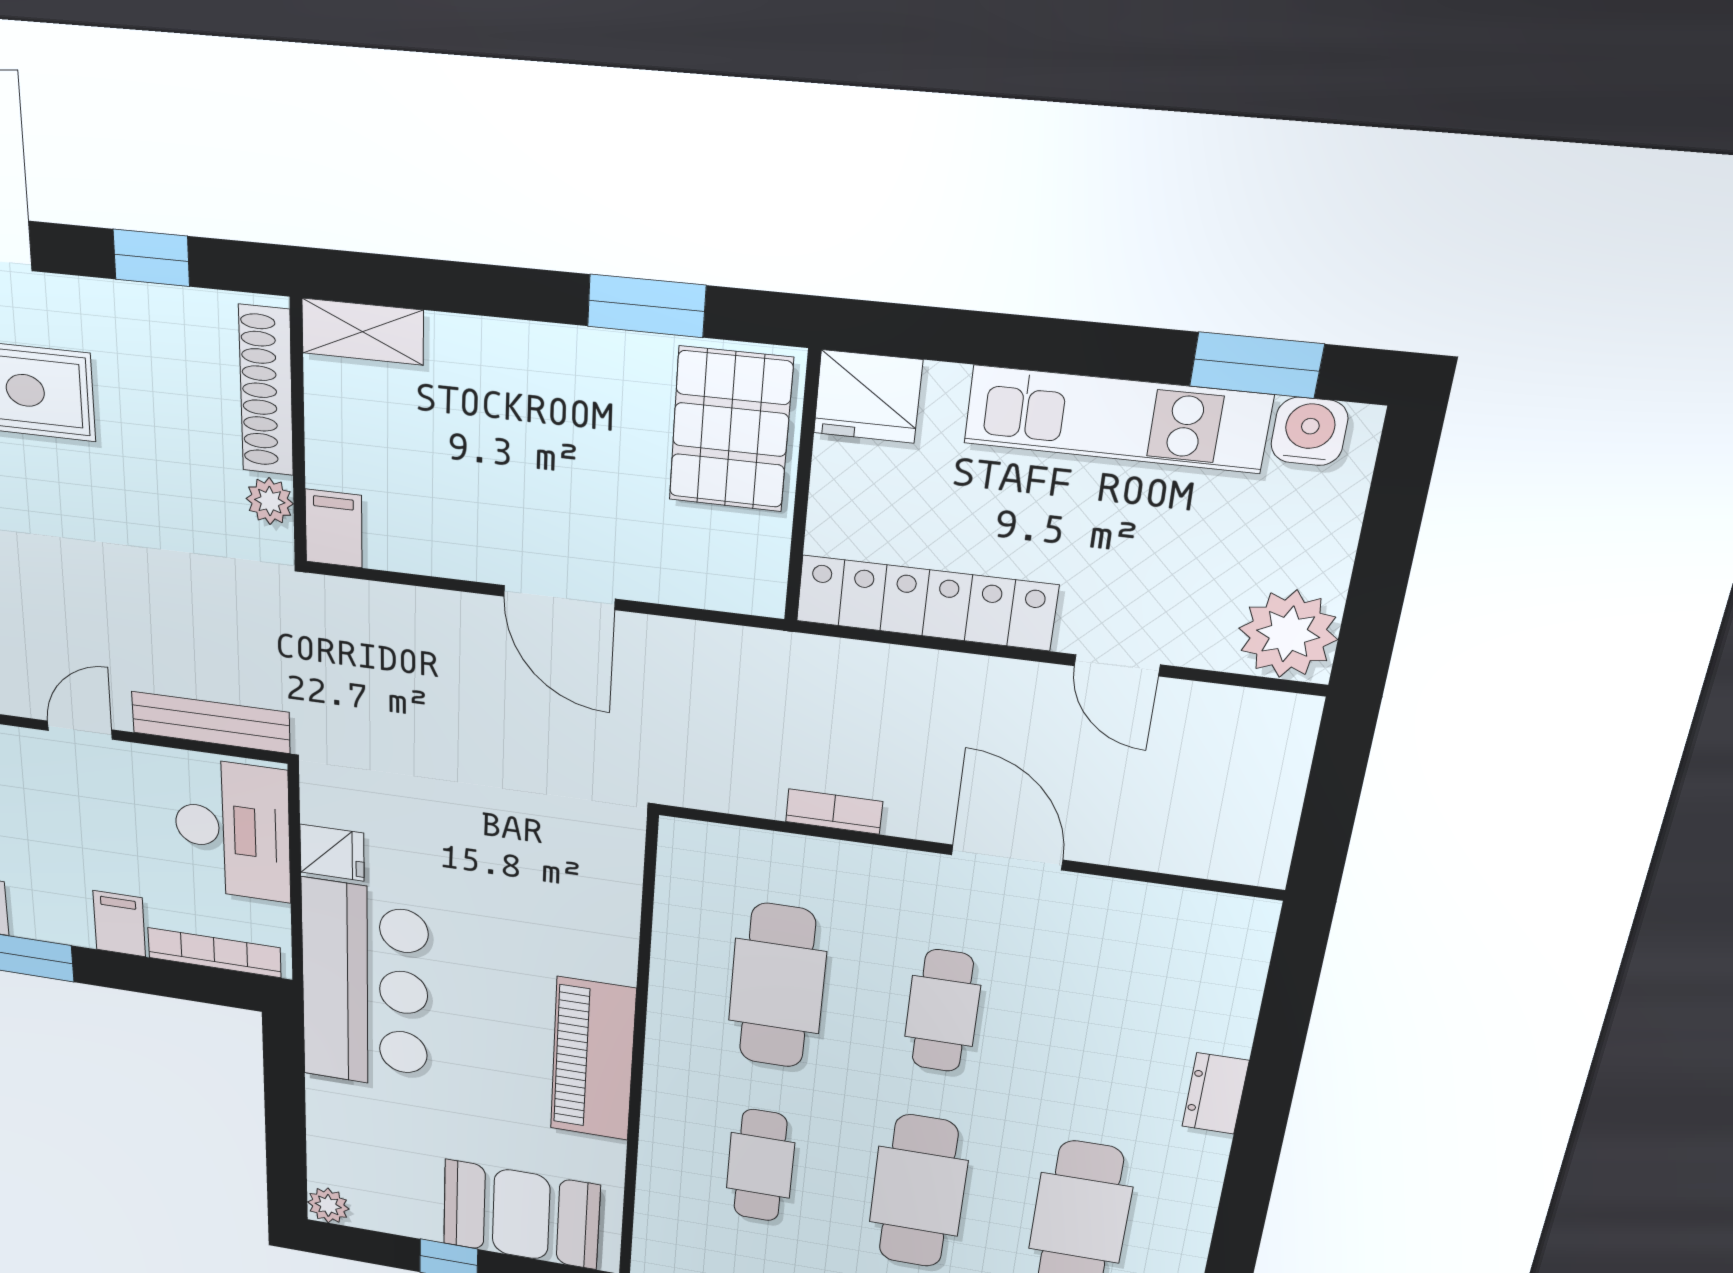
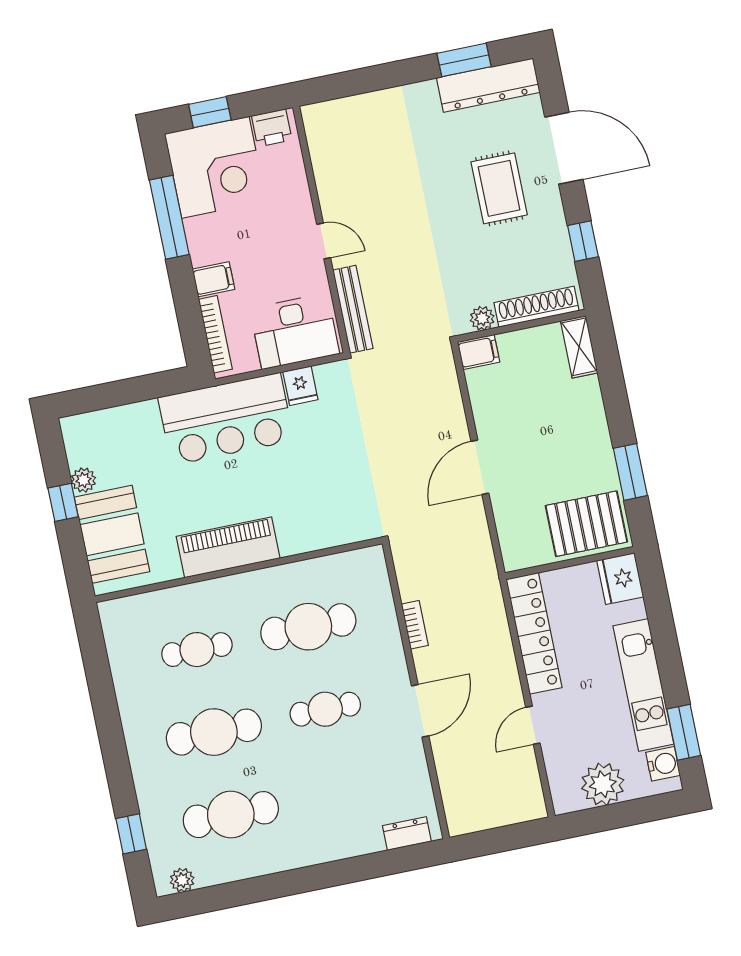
plant: (1288, 634) -> (603, 784), moved
dresser: (1215, 1094) -> (407, 834), moved
plant: (328, 1205) -> (83, 480), moved

